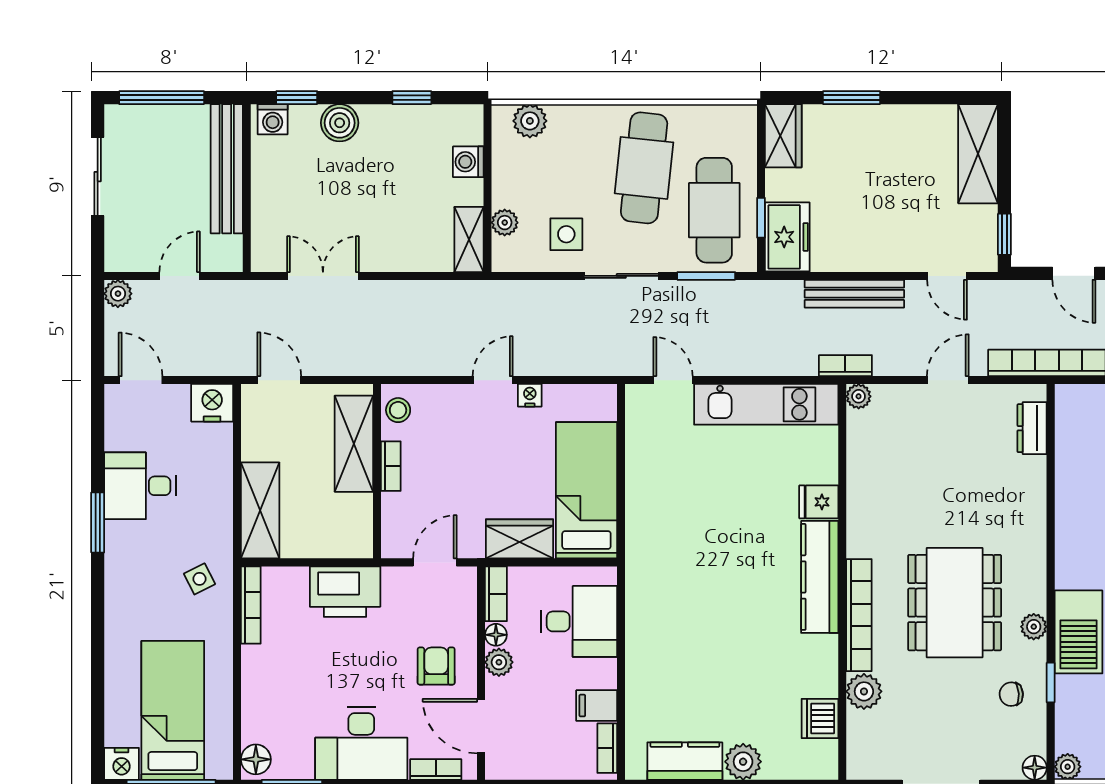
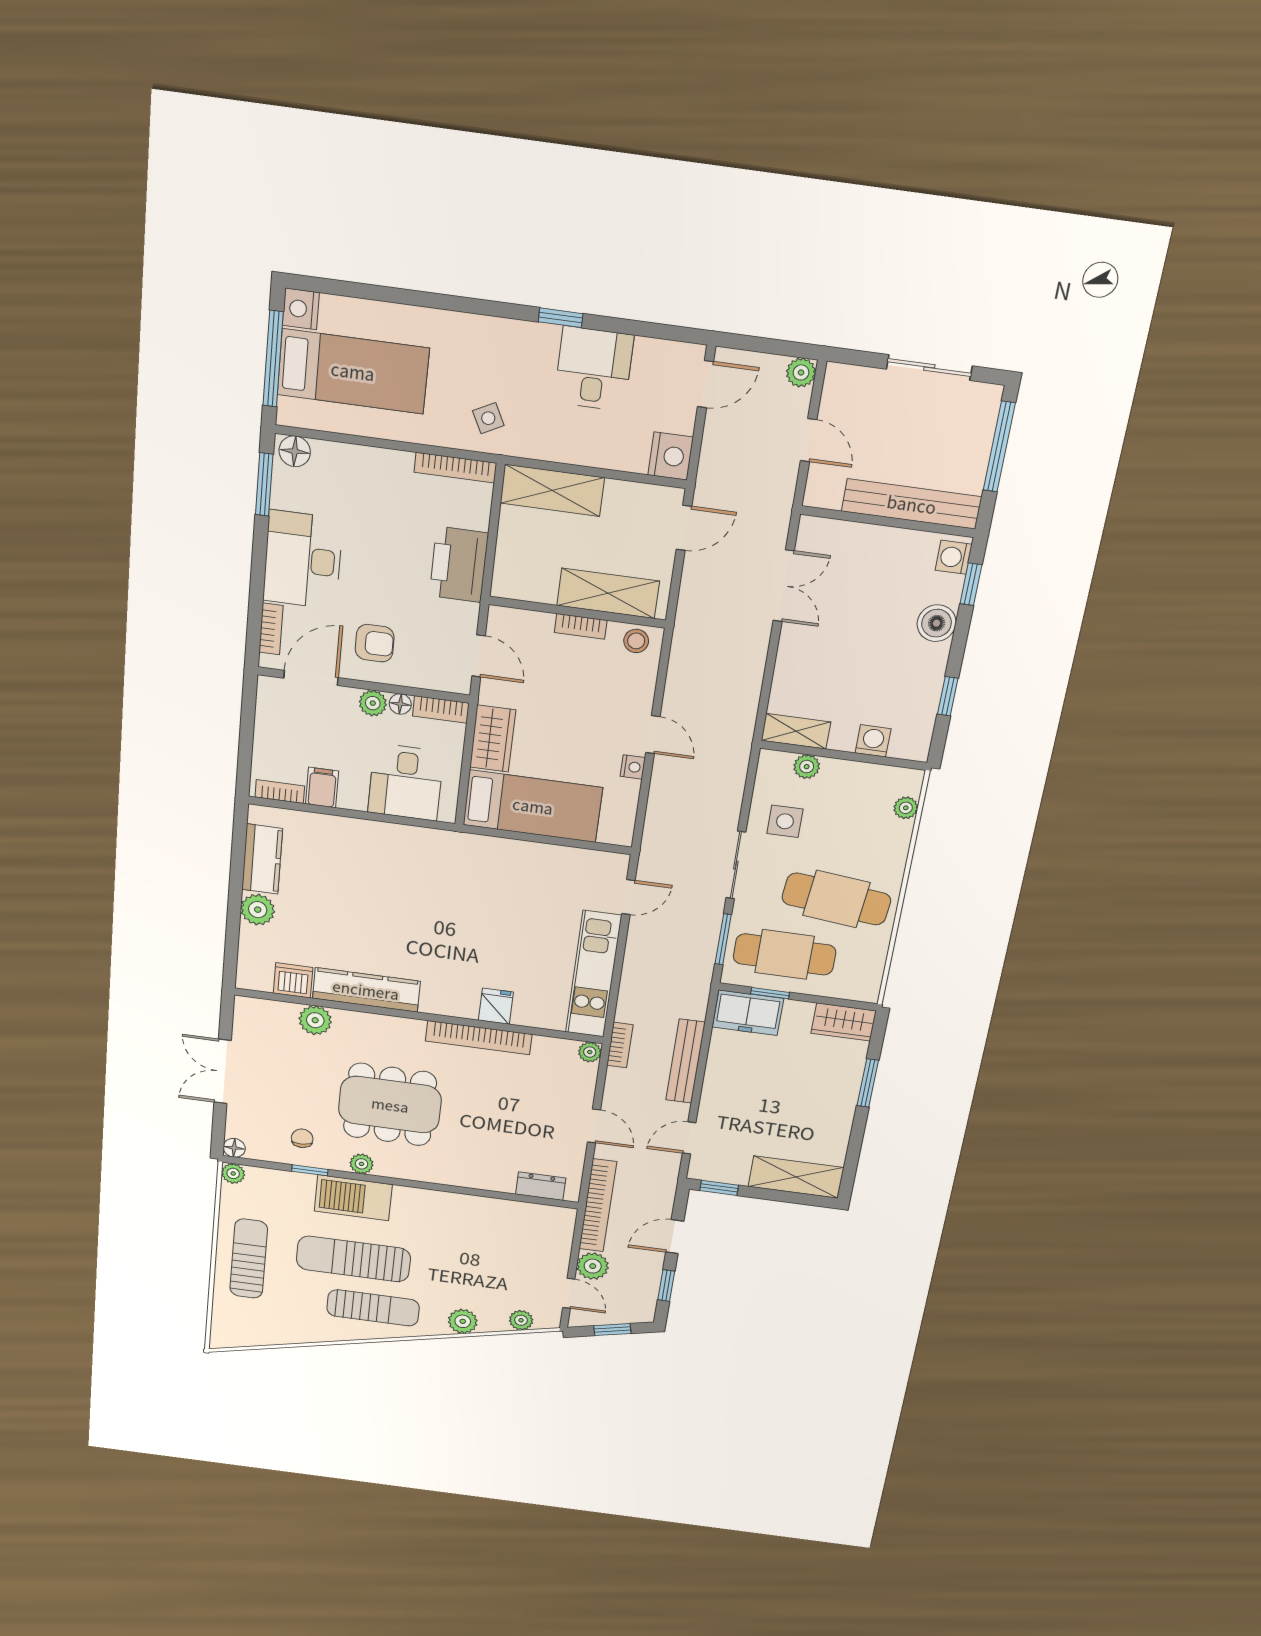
plant: (530, 121) -> (906, 808), width x0.73, depth x0.73
window: (98, 522) -> (561, 318), width x0.67
kitchen counter: (820, 577) -> (366, 990), moved
bookcase: (859, 615) -> (479, 1038), moved

